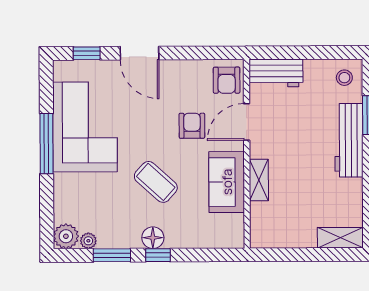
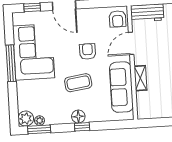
armchair: (192, 126) -> (88, 51), moved
coffee table: (156, 182) -> (78, 83), turned -50
sofa: (227, 182) -> (121, 87), width x1.36
window: (112, 255) -> (39, 129), moved

